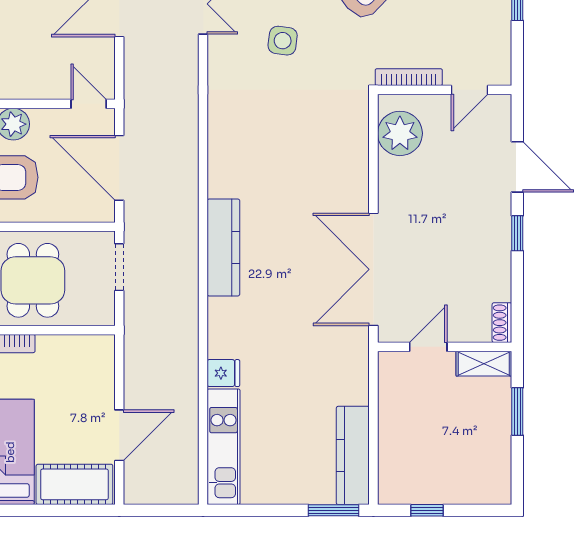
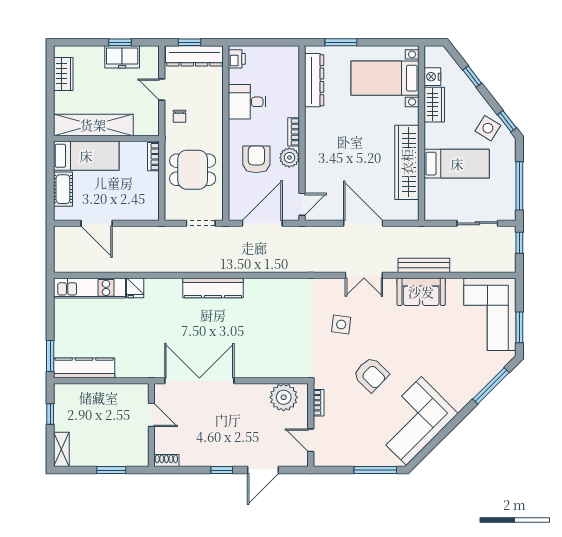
bookcase: (409, 77) -> (319, 403), width x0.64
shelving: (484, 364) -> (61, 449), moved
cot: (74, 484) -> (63, 189), width x0.73, depth x0.75

